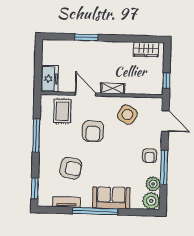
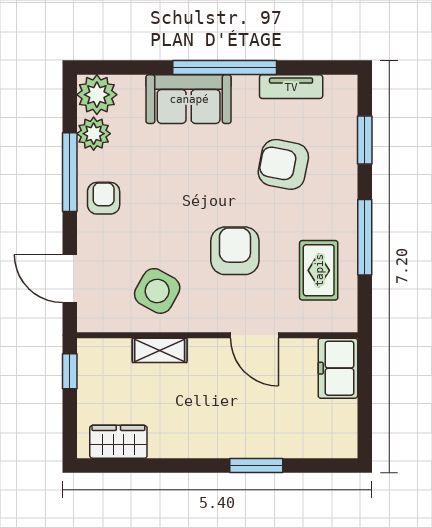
shelving: (113, 88) -> (160, 350), moved
rug: (62, 111) -> (319, 270), moved
window: (35, 188) -> (365, 140), moved

